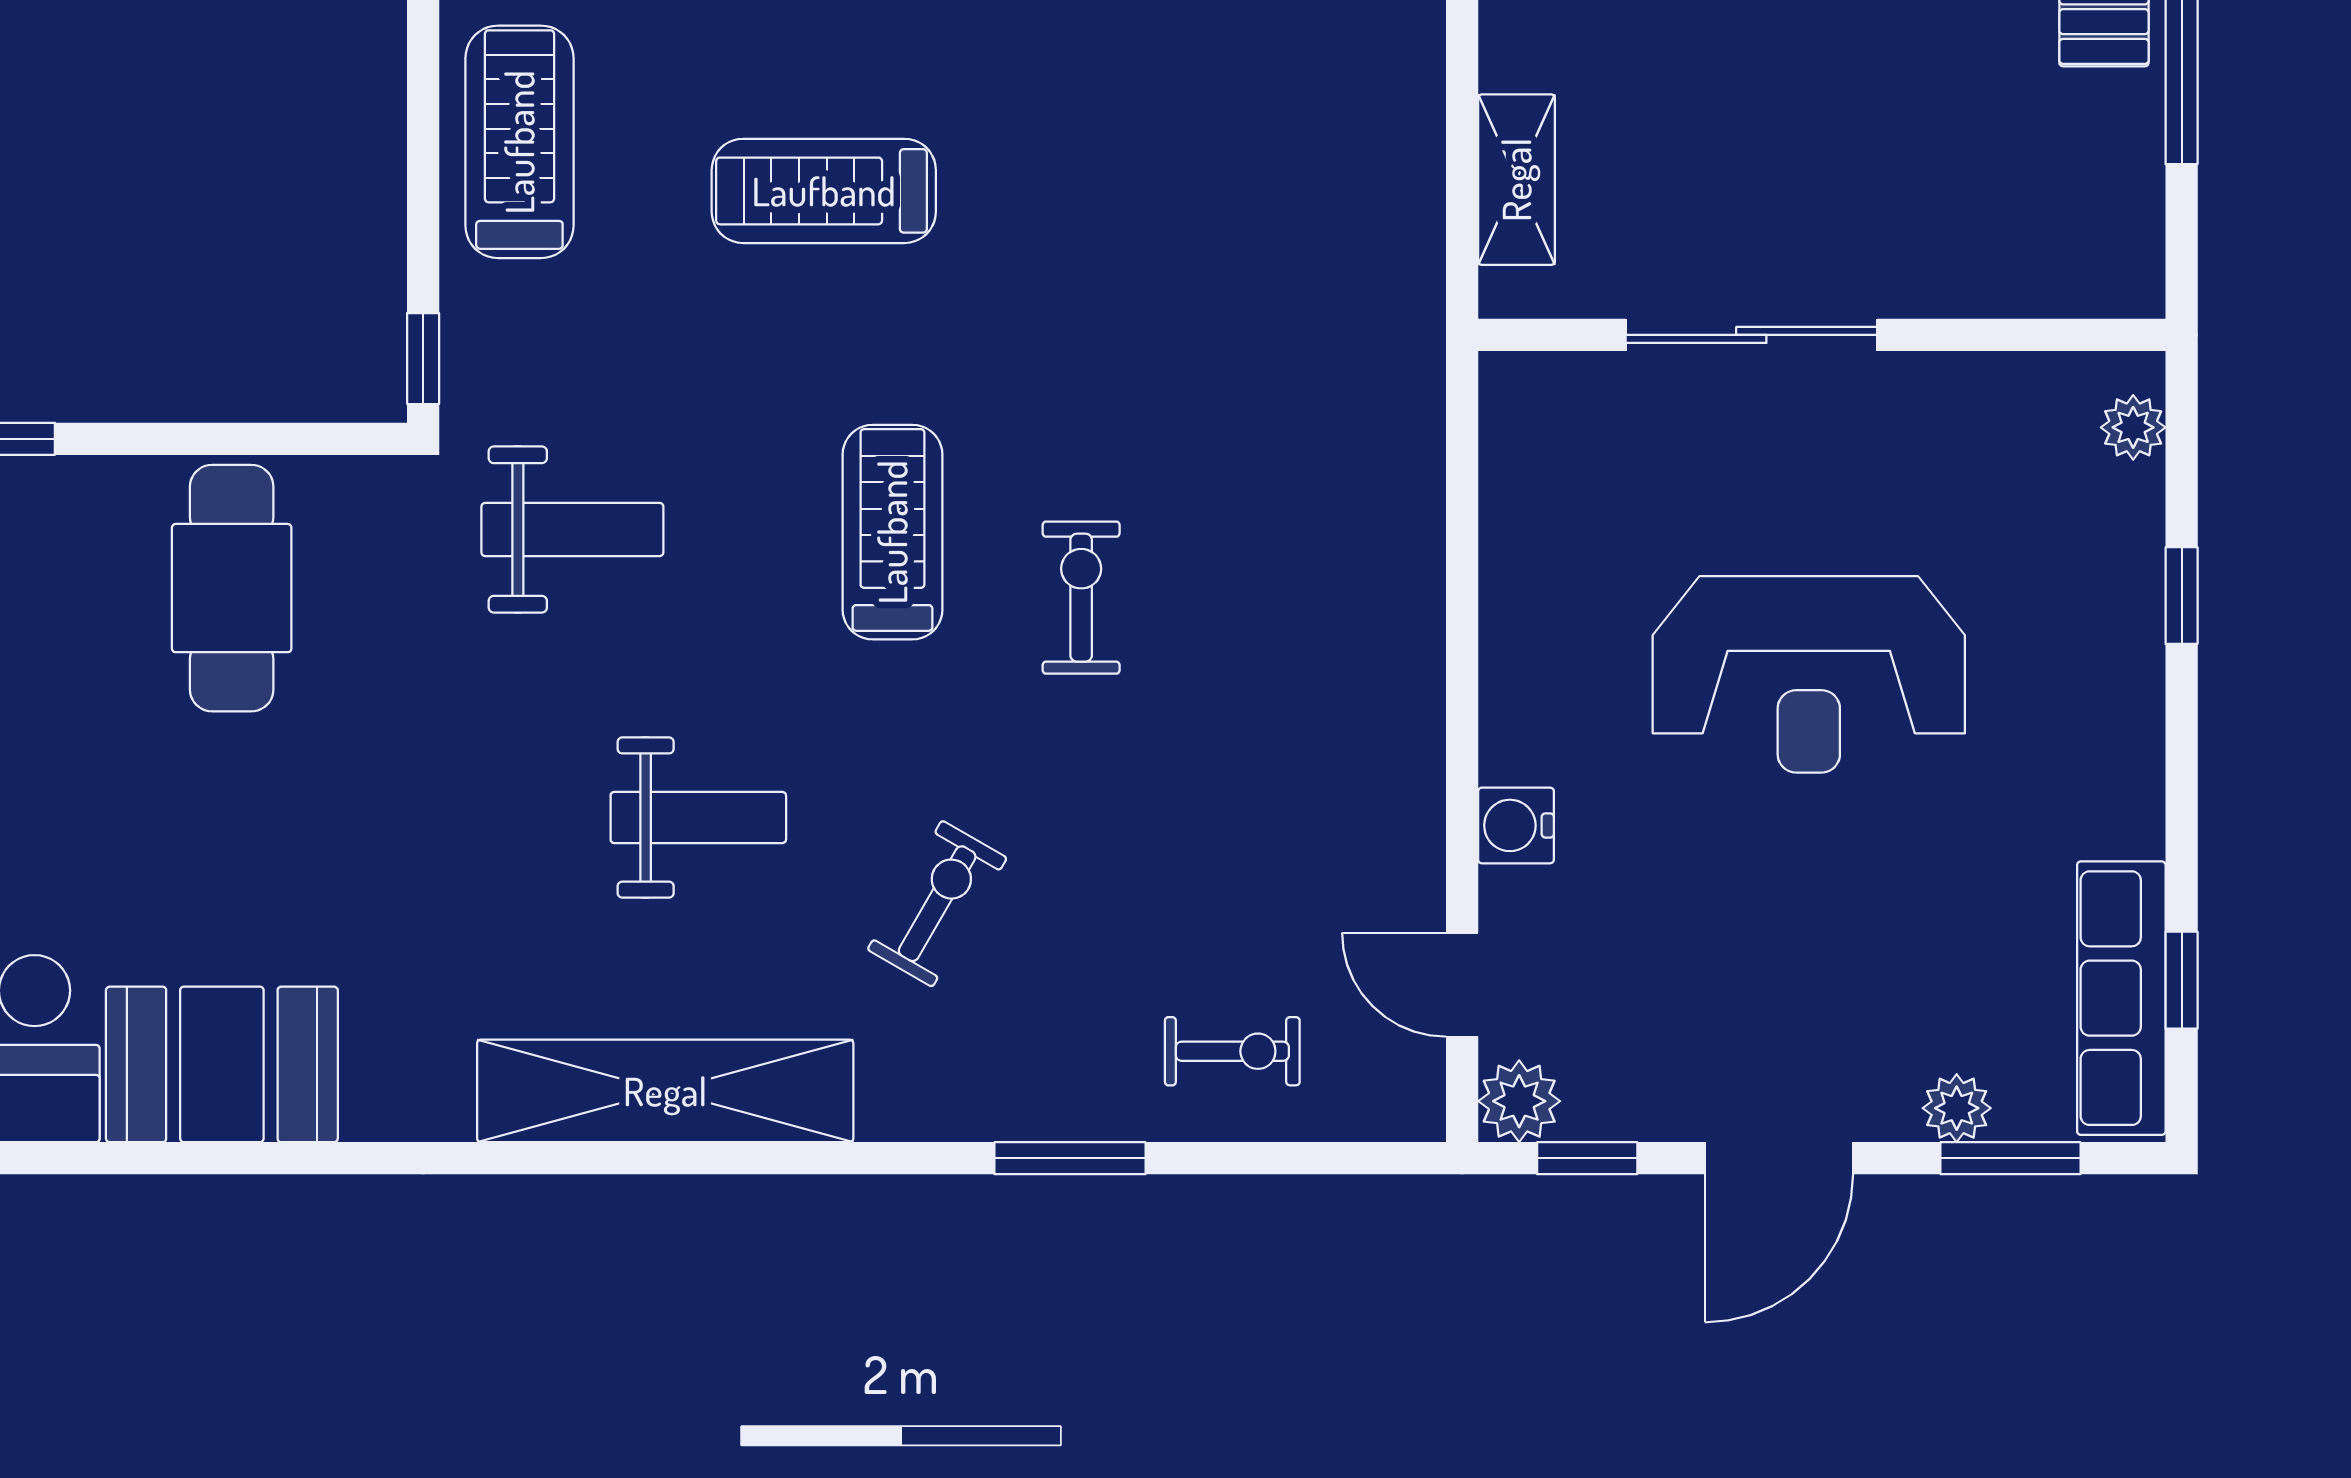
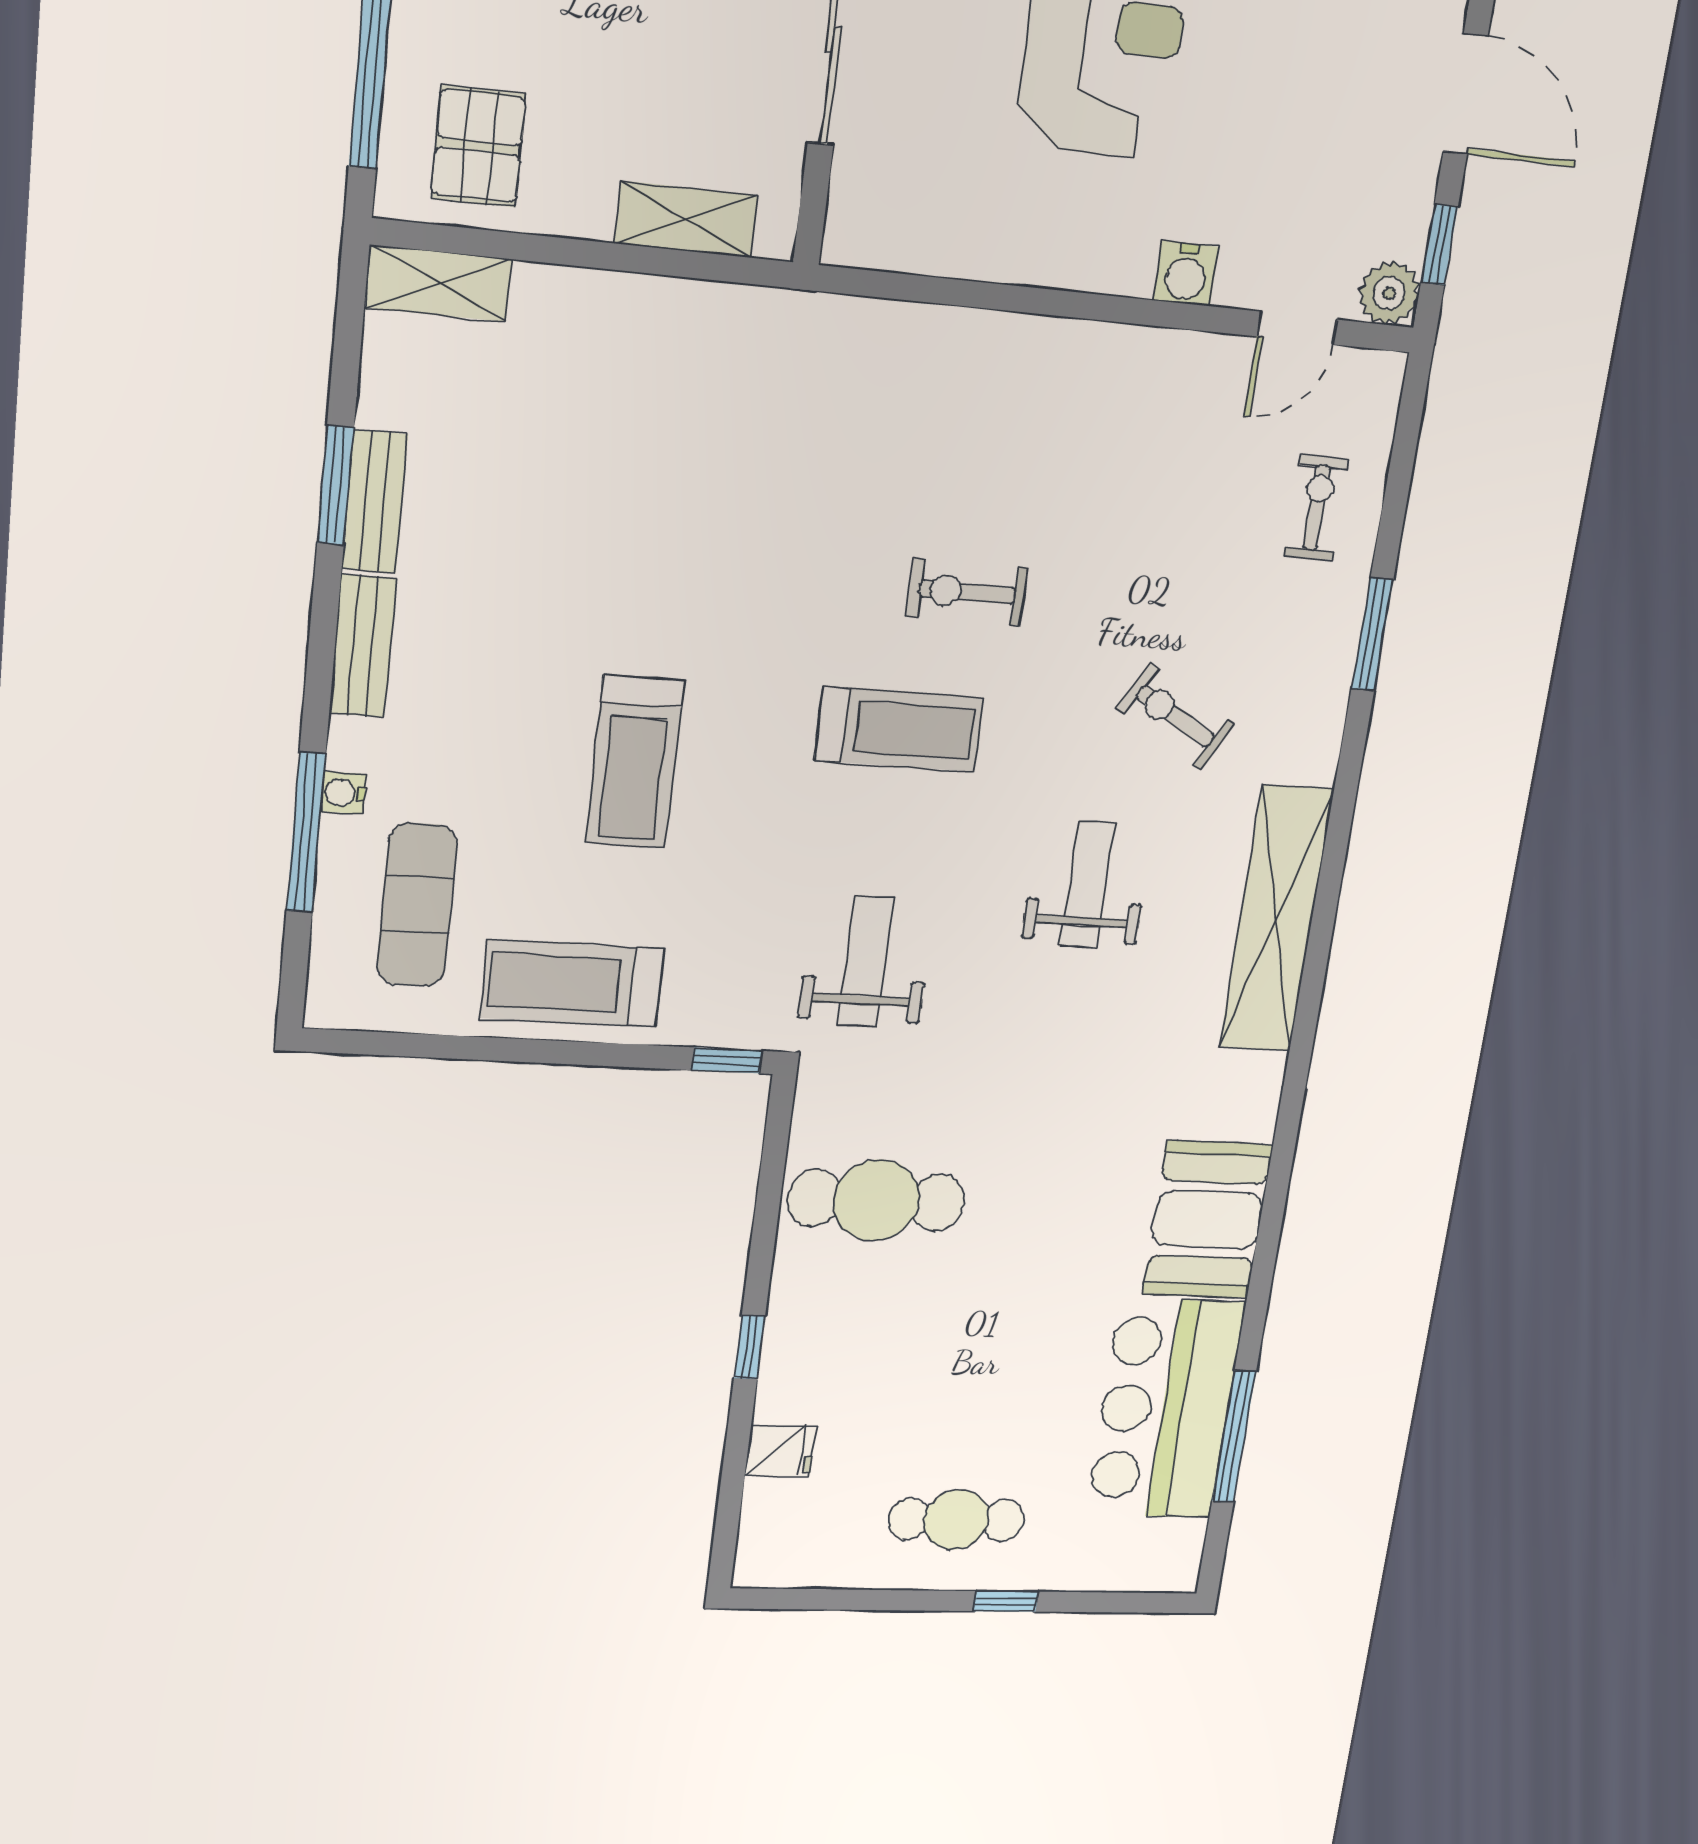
treadmill: (892, 532) -> (899, 729), turned 180

